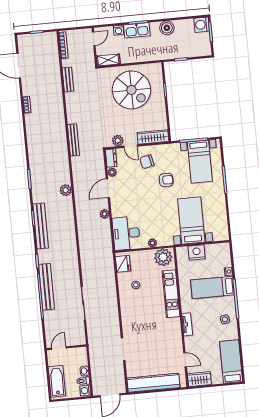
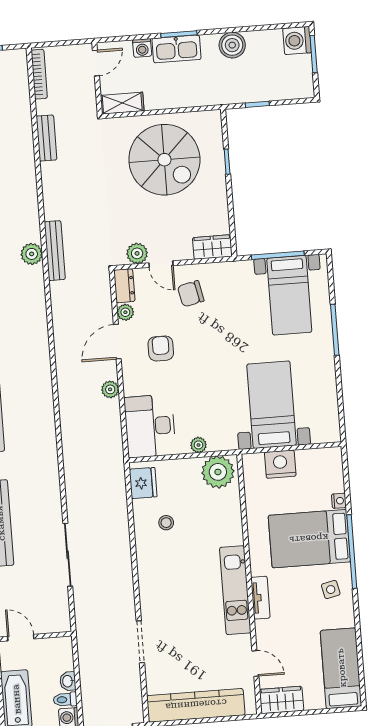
wardrobe: (153, 137) -> (212, 247), width x0.67
armchair: (166, 180) -> (161, 348), moved, turned -90
plant: (66, 190) -> (32, 254), moved
bed: (212, 287) -> (309, 539), width x1.50
kitchen unit: (171, 294) -> (235, 590), moved
door: (59, 348) -> (21, 638), hinge flipped

